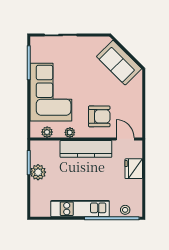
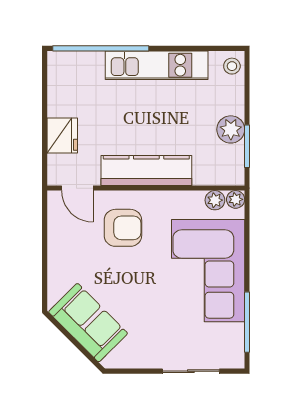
armchair: (99, 116) -> (123, 228), turned 180
plant: (70, 132) -> (236, 199), moved
stool: (125, 210) -> (232, 66), moved

